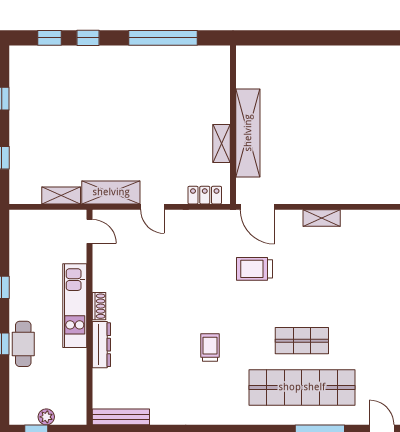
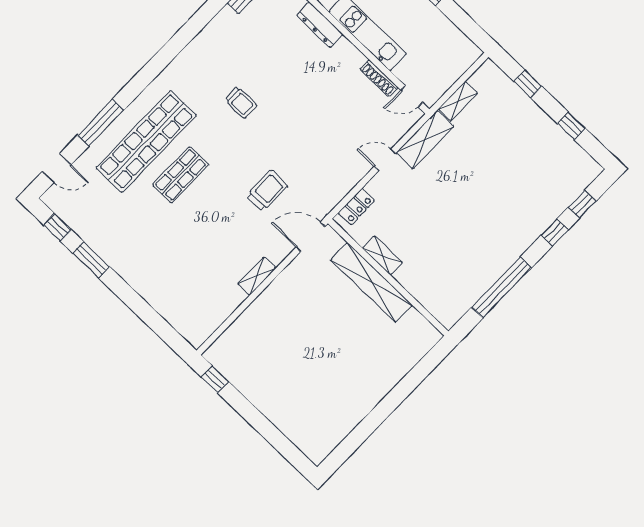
shoe rack: (99, 306) -> (379, 78), moved, width x1.43

